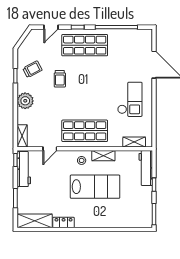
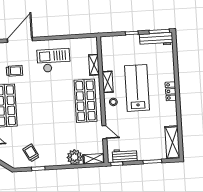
trolley: (60, 79) -> (14, 71), moved
plant: (25, 101) -> (75, 157), moved
shelving: (134, 142) -> (94, 65), moved
workbench: (146, 168) -> (156, 39), moved
workbench: (24, 169) -> (125, 155), width x0.73
locker: (64, 222) -> (171, 91), moved

